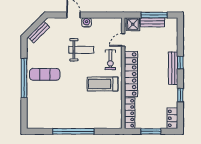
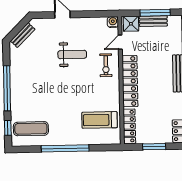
water cooler: (86, 22) -> (113, 22), moved
exercise mat: (45, 74) -> (31, 129), moved
treadmill: (103, 84) -> (100, 120), moved
window: (24, 112) -> (8, 128), added

